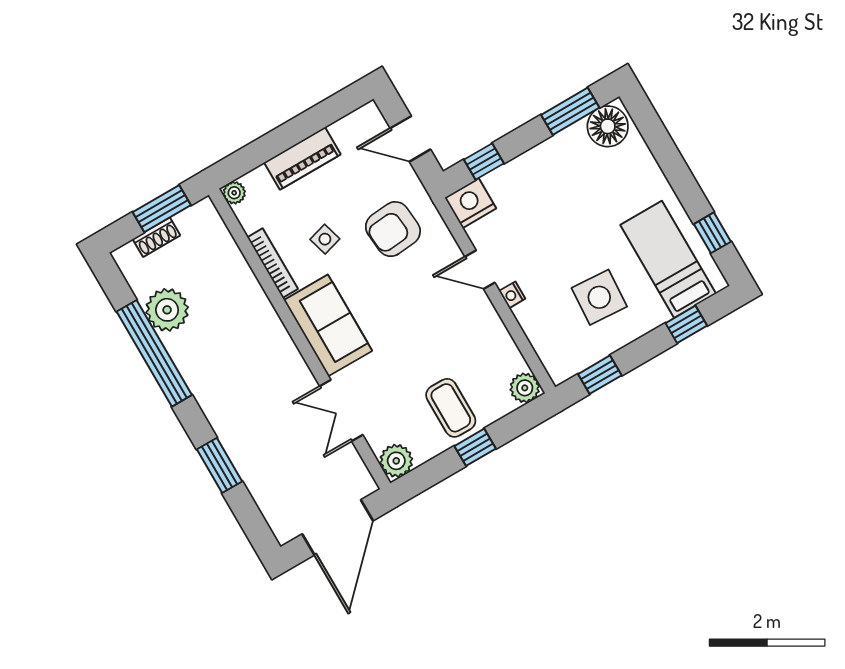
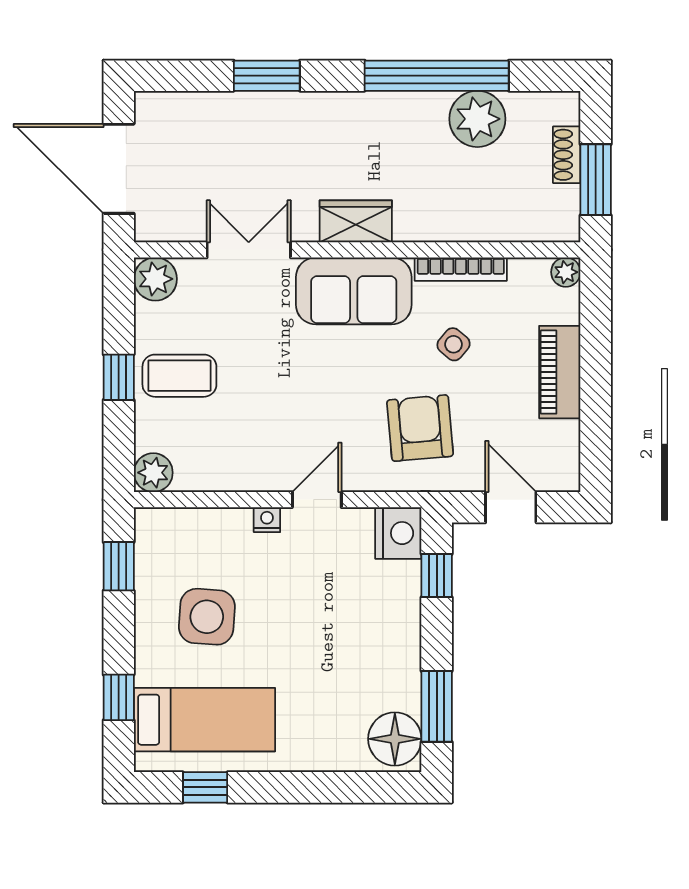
door: (410, 139) -> (511, 507), hinge flipped
side table: (325, 239) -> (454, 344), turned -34
wardrobe: (281, 351) -> (356, 221), added

